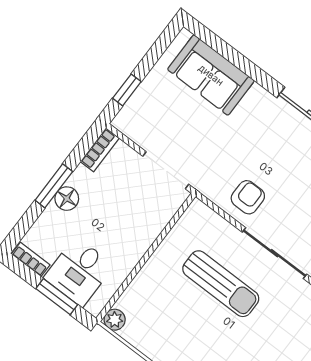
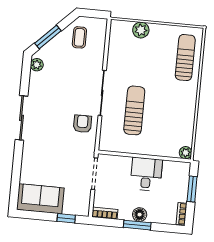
sofa: (211, 75) -> (40, 199), moved, turned -90
armchair: (248, 197) -> (82, 124), turned 90
desk: (79, 272) -> (146, 174), moved, turned -90

